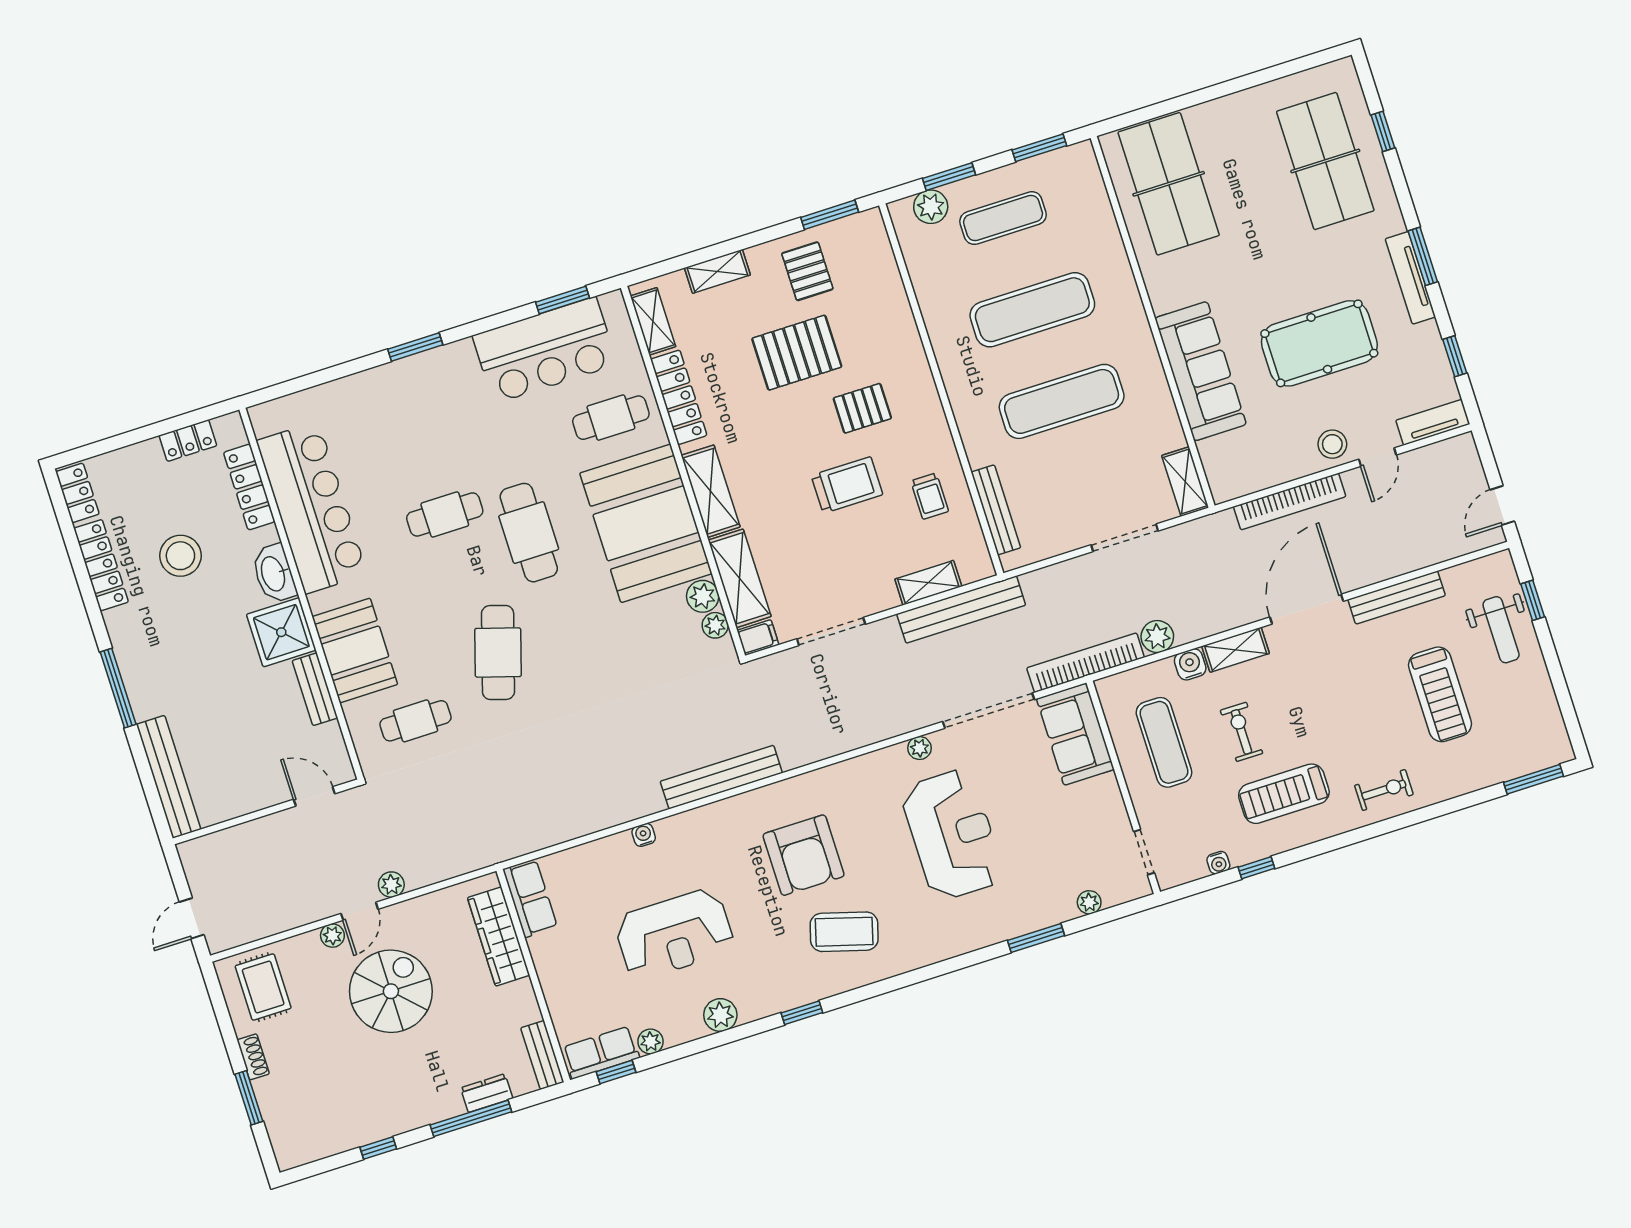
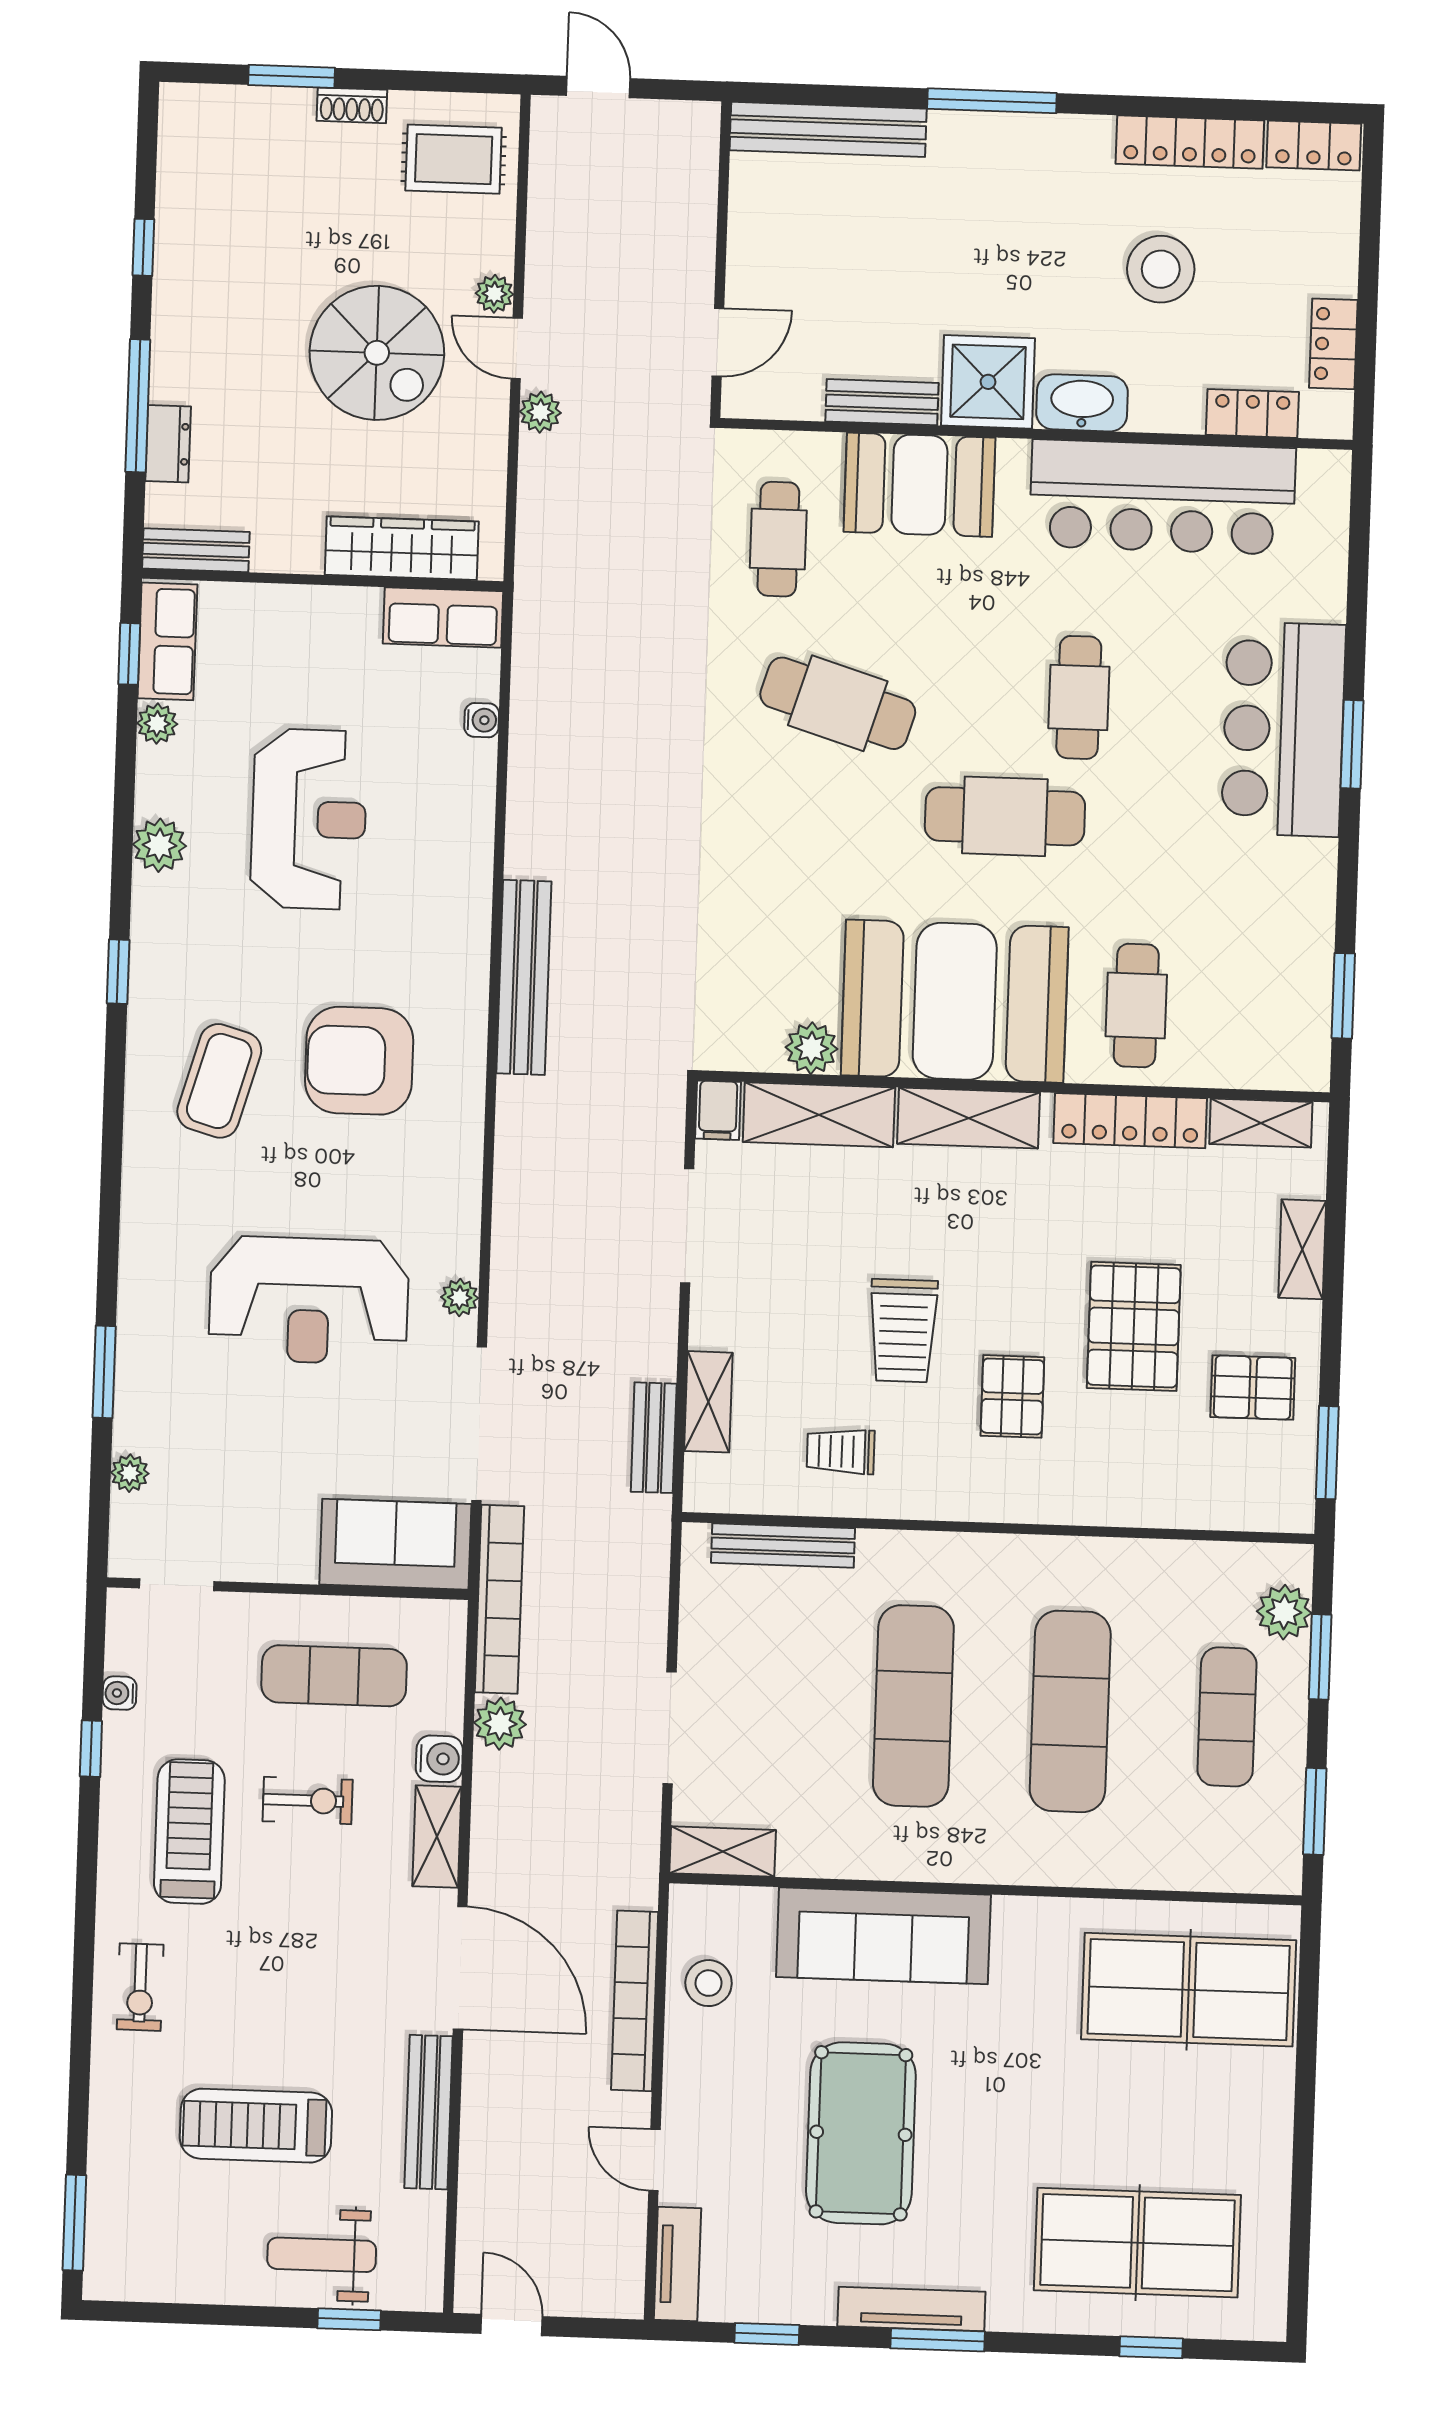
bar counter: (545, 350) -> (1283, 729), moved
stool: (1332, 444) -> (709, 1983), moved
locker: (249, 487) -> (1252, 413), width x0.66
bench: (961, 610) -> (654, 1438), width x0.54, depth x0.82
plant: (715, 625) -> (760, 1051), removed
water cooler: (644, 835) -> (482, 720), moved
reception desk: (674, 934) -> (309, 819), turned 180

